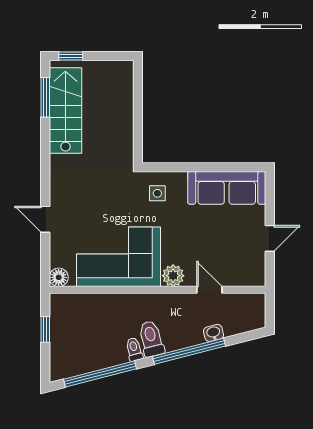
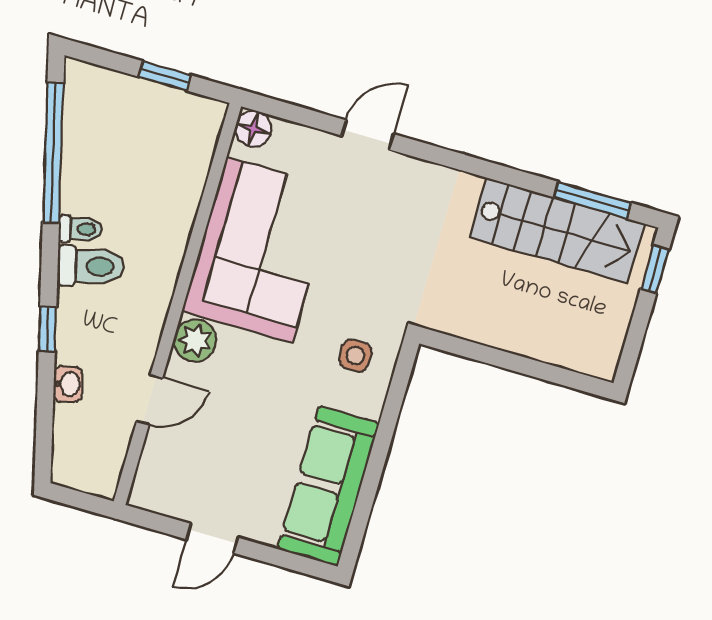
door: (270, 238) -> (212, 538), hinge flipped
window: (189, 351) -> (47, 329), width x0.32

